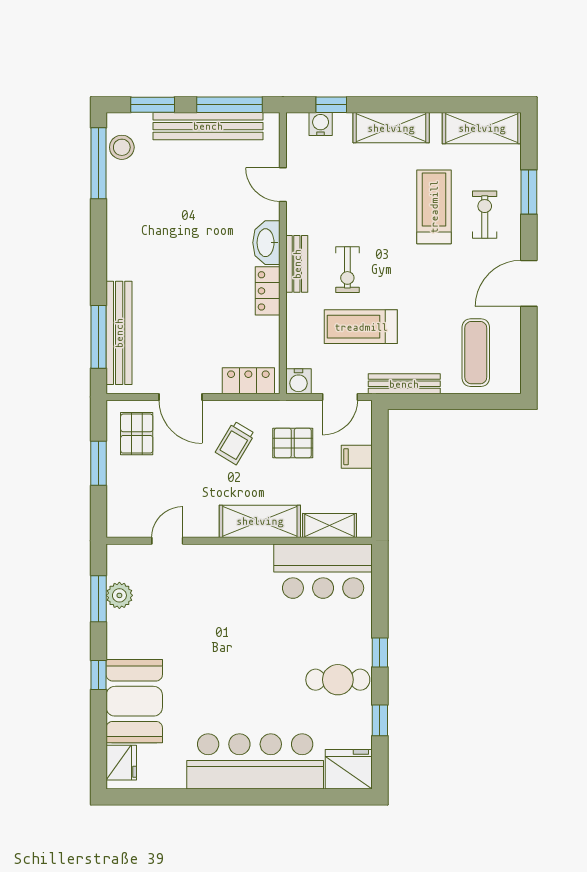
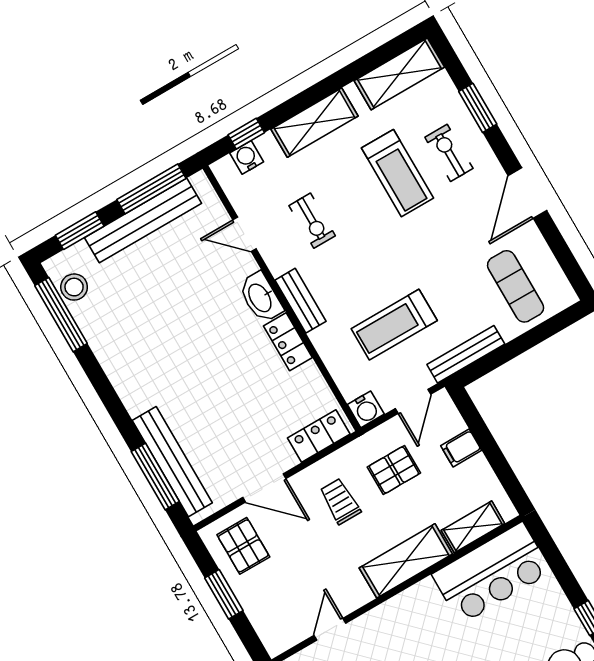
treadmill: (434, 207) -> (397, 173), turned 180
exercise bike: (347, 270) -> (312, 221), moved
trolley: (235, 443) -> (340, 501), turned 149

